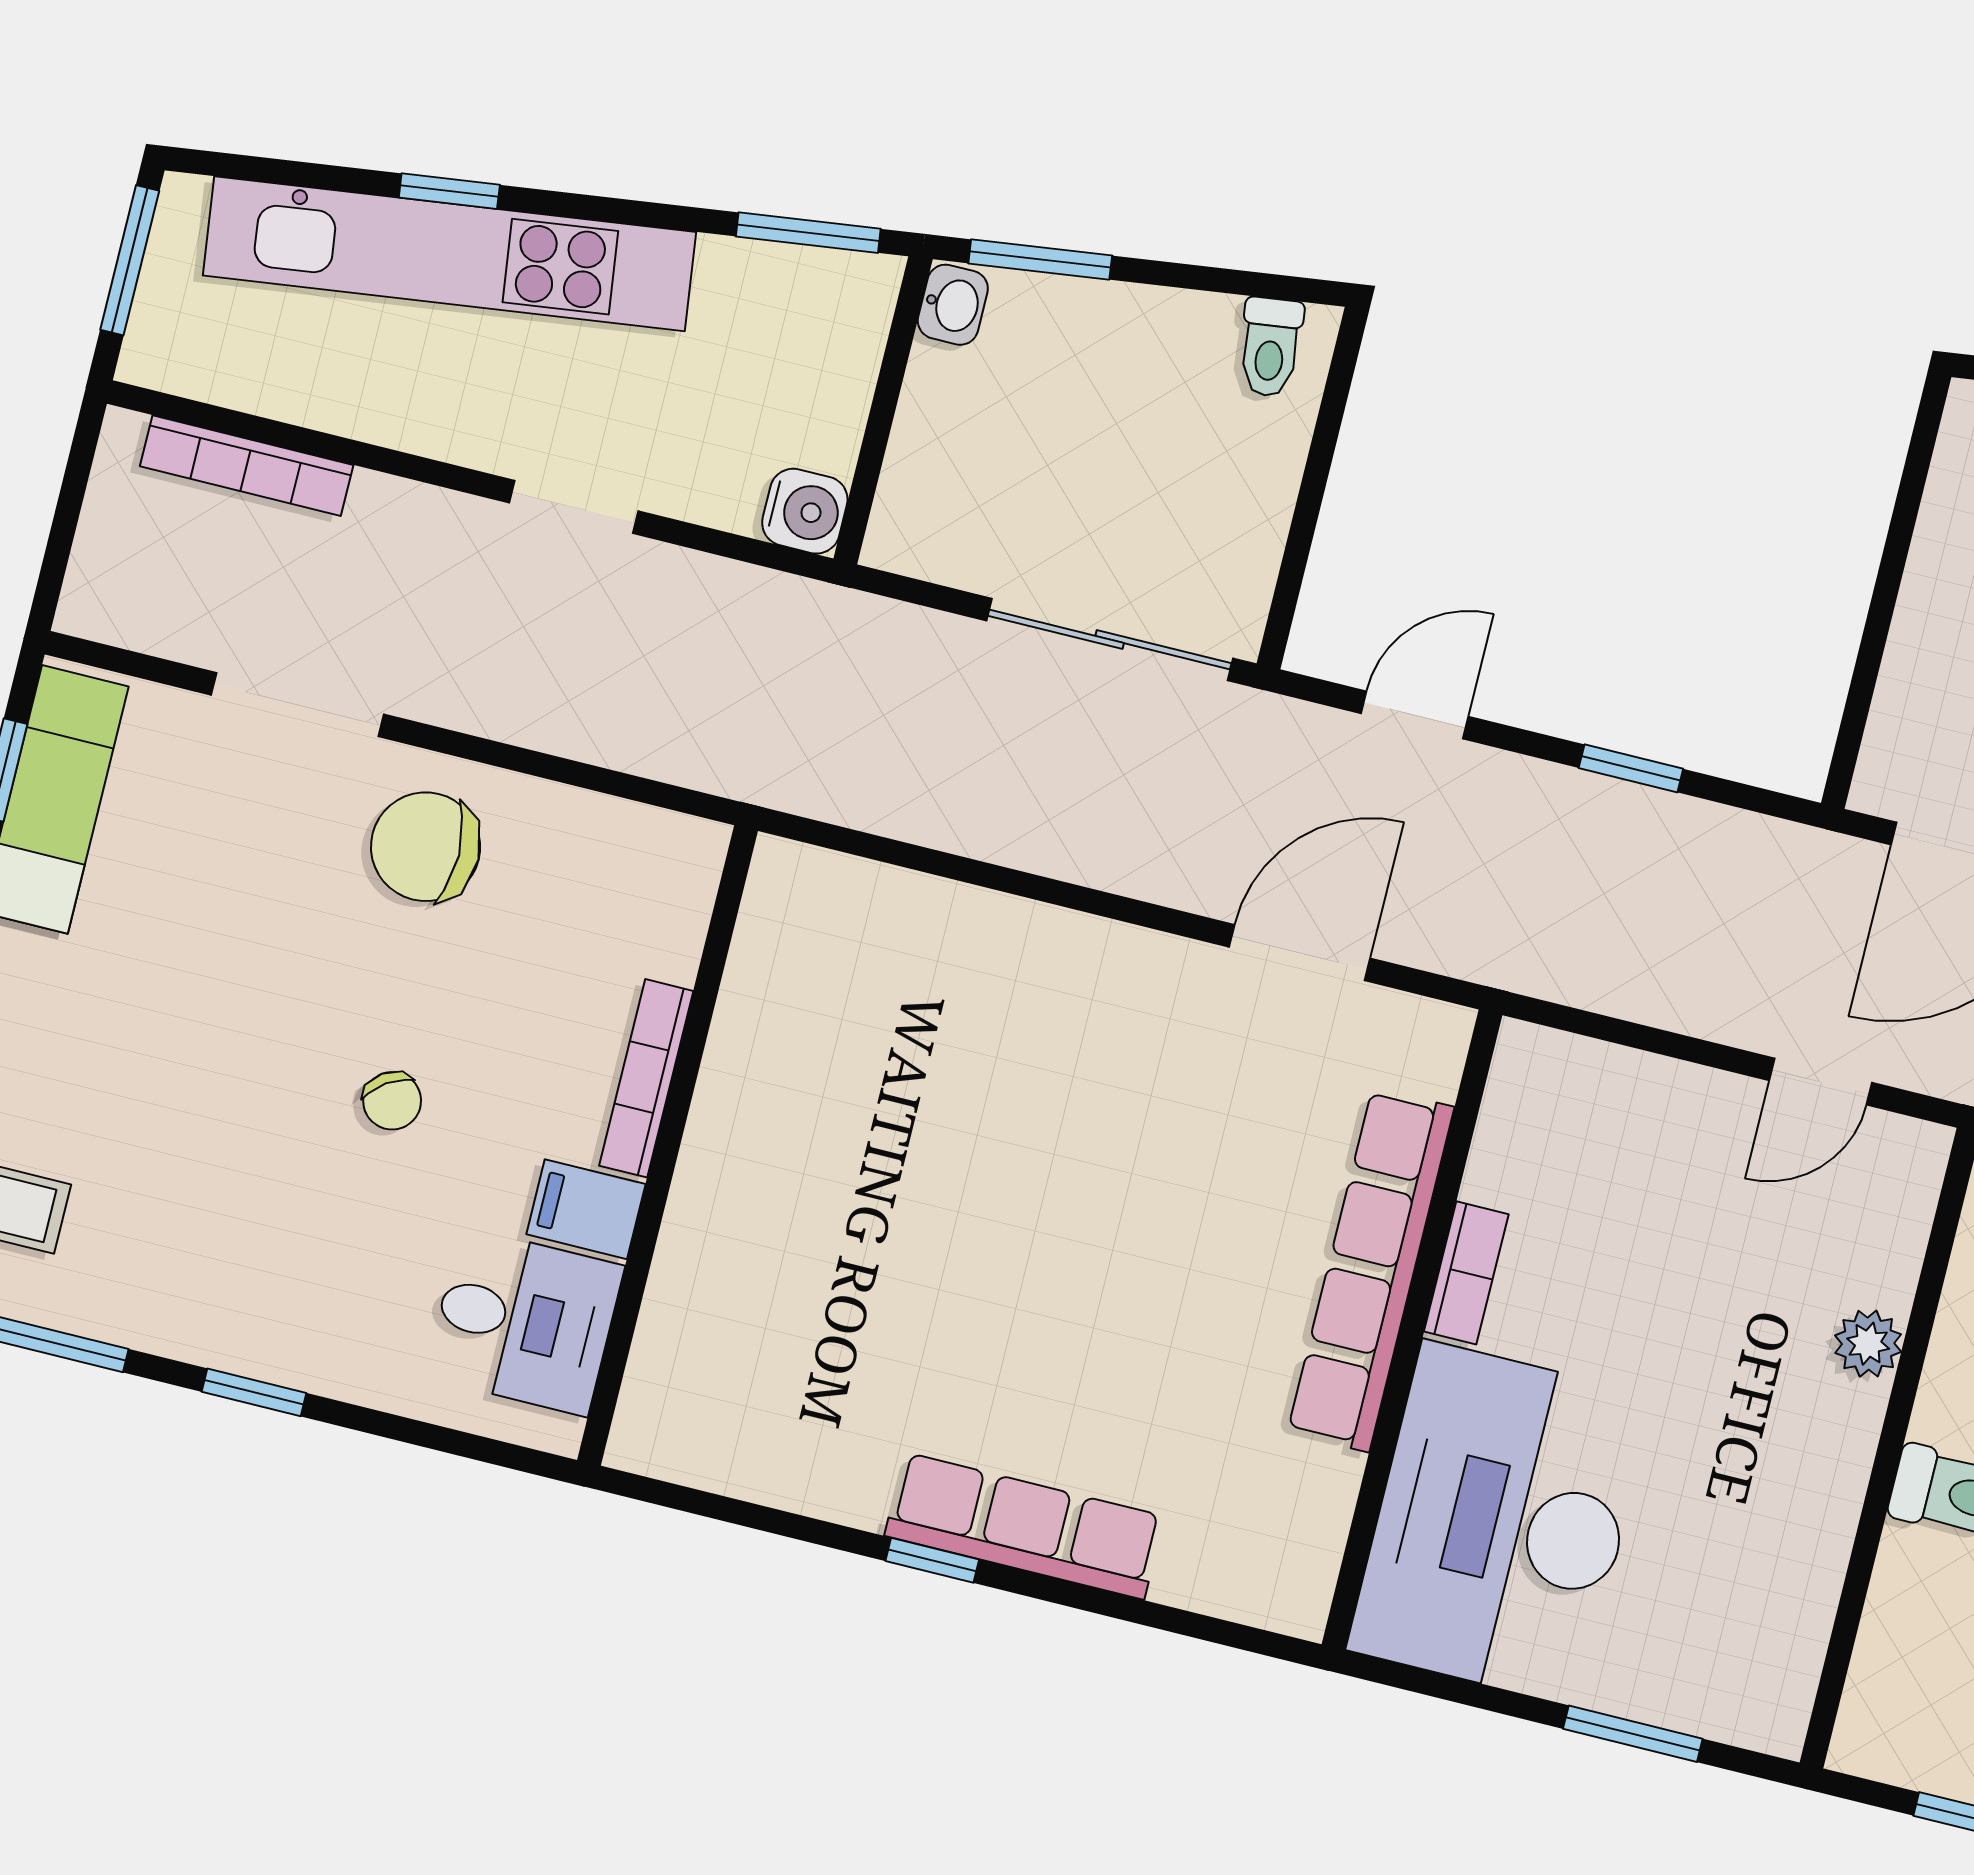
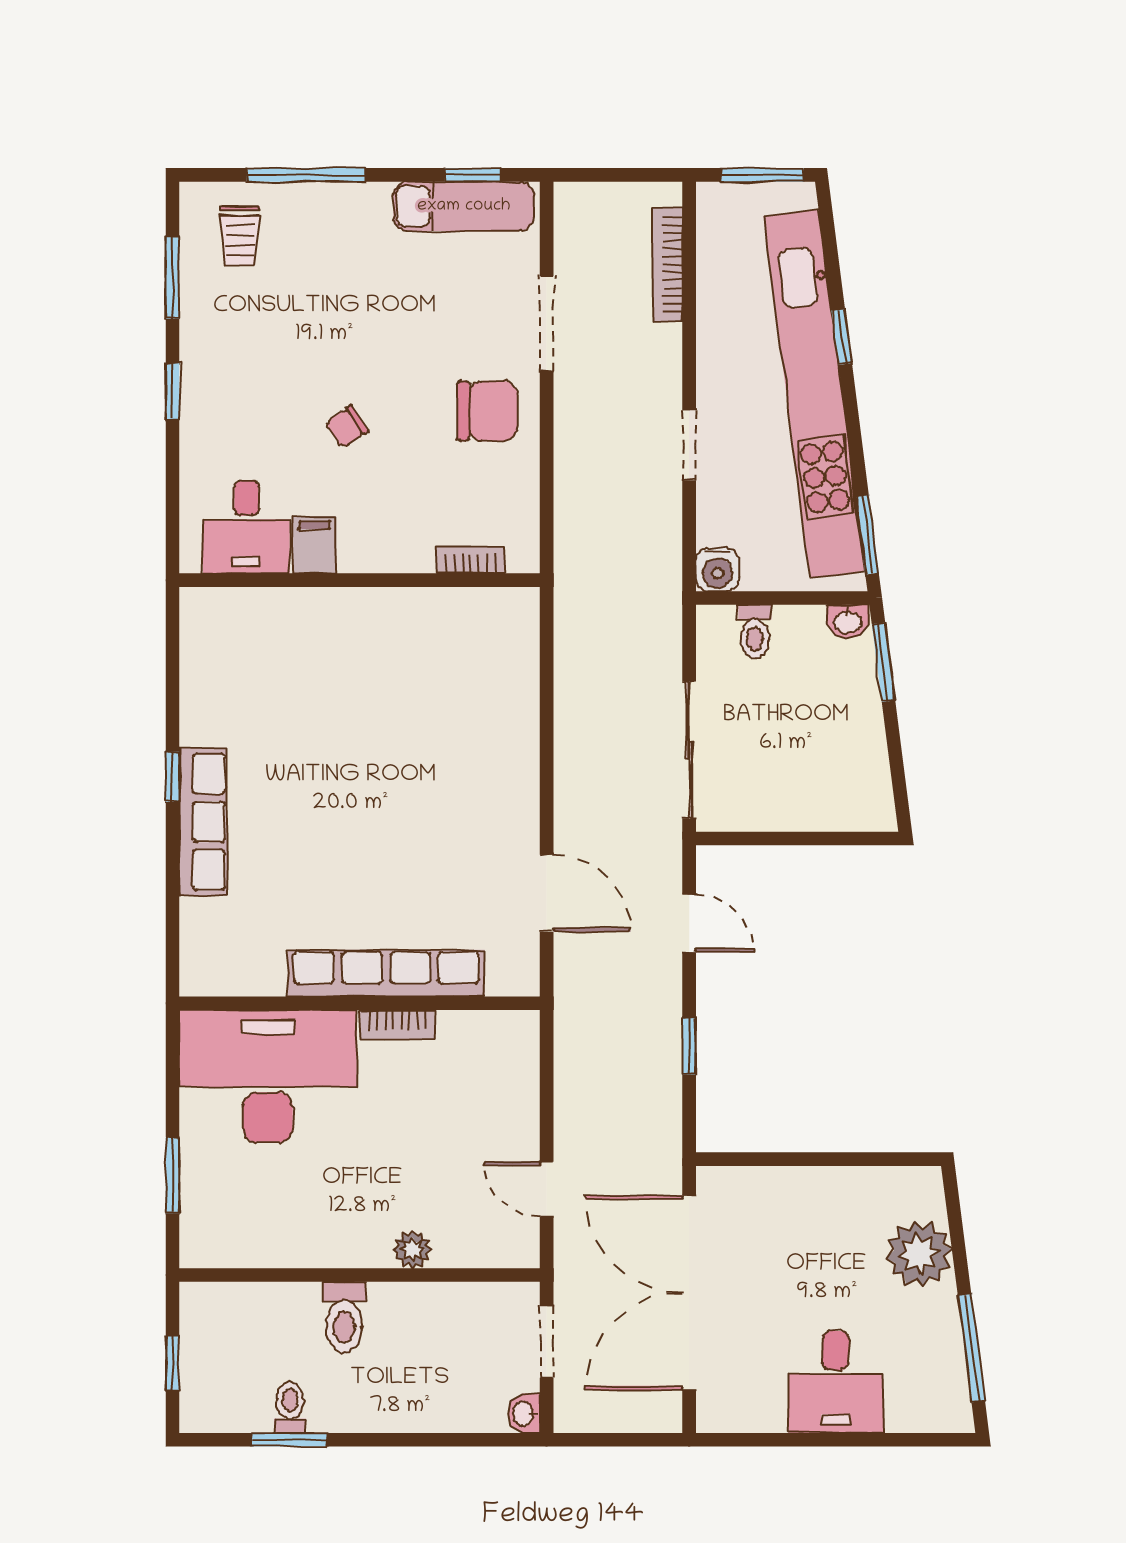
kitchen unit: (450, 254) -> (814, 393), width x1.36
toilet: (1270, 347) -> (755, 631), moved, turned -83
chair: (426, 847) -> (487, 411), turned 90
bookcase: (646, 1078) -> (471, 560), moved, width x0.64

